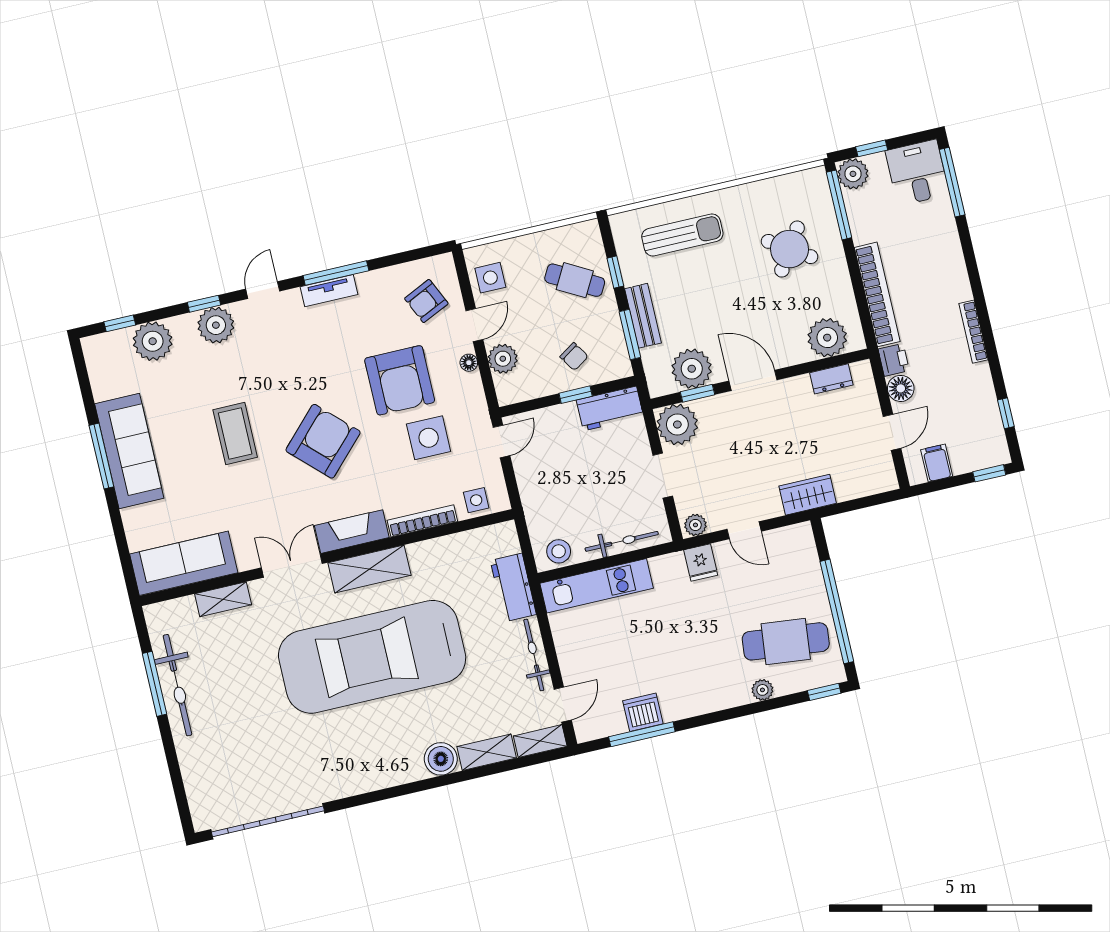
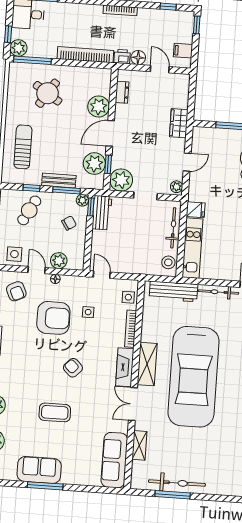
plant: (827, 338) -> (99, 106), moved
plant: (621, 368) -> (82, 200), added
window: (576, 395) -> (91, 207), moved
side table: (429, 438) -> (88, 312), width x0.54, depth x0.54
armchair: (323, 441) -> (73, 368), width x0.53, depth x0.53
sofa: (129, 451) -> (39, 470), width x0.73
fridge: (701, 563) -> (196, 210), moved
workbench: (513, 587) -> (173, 291), width x1.38

